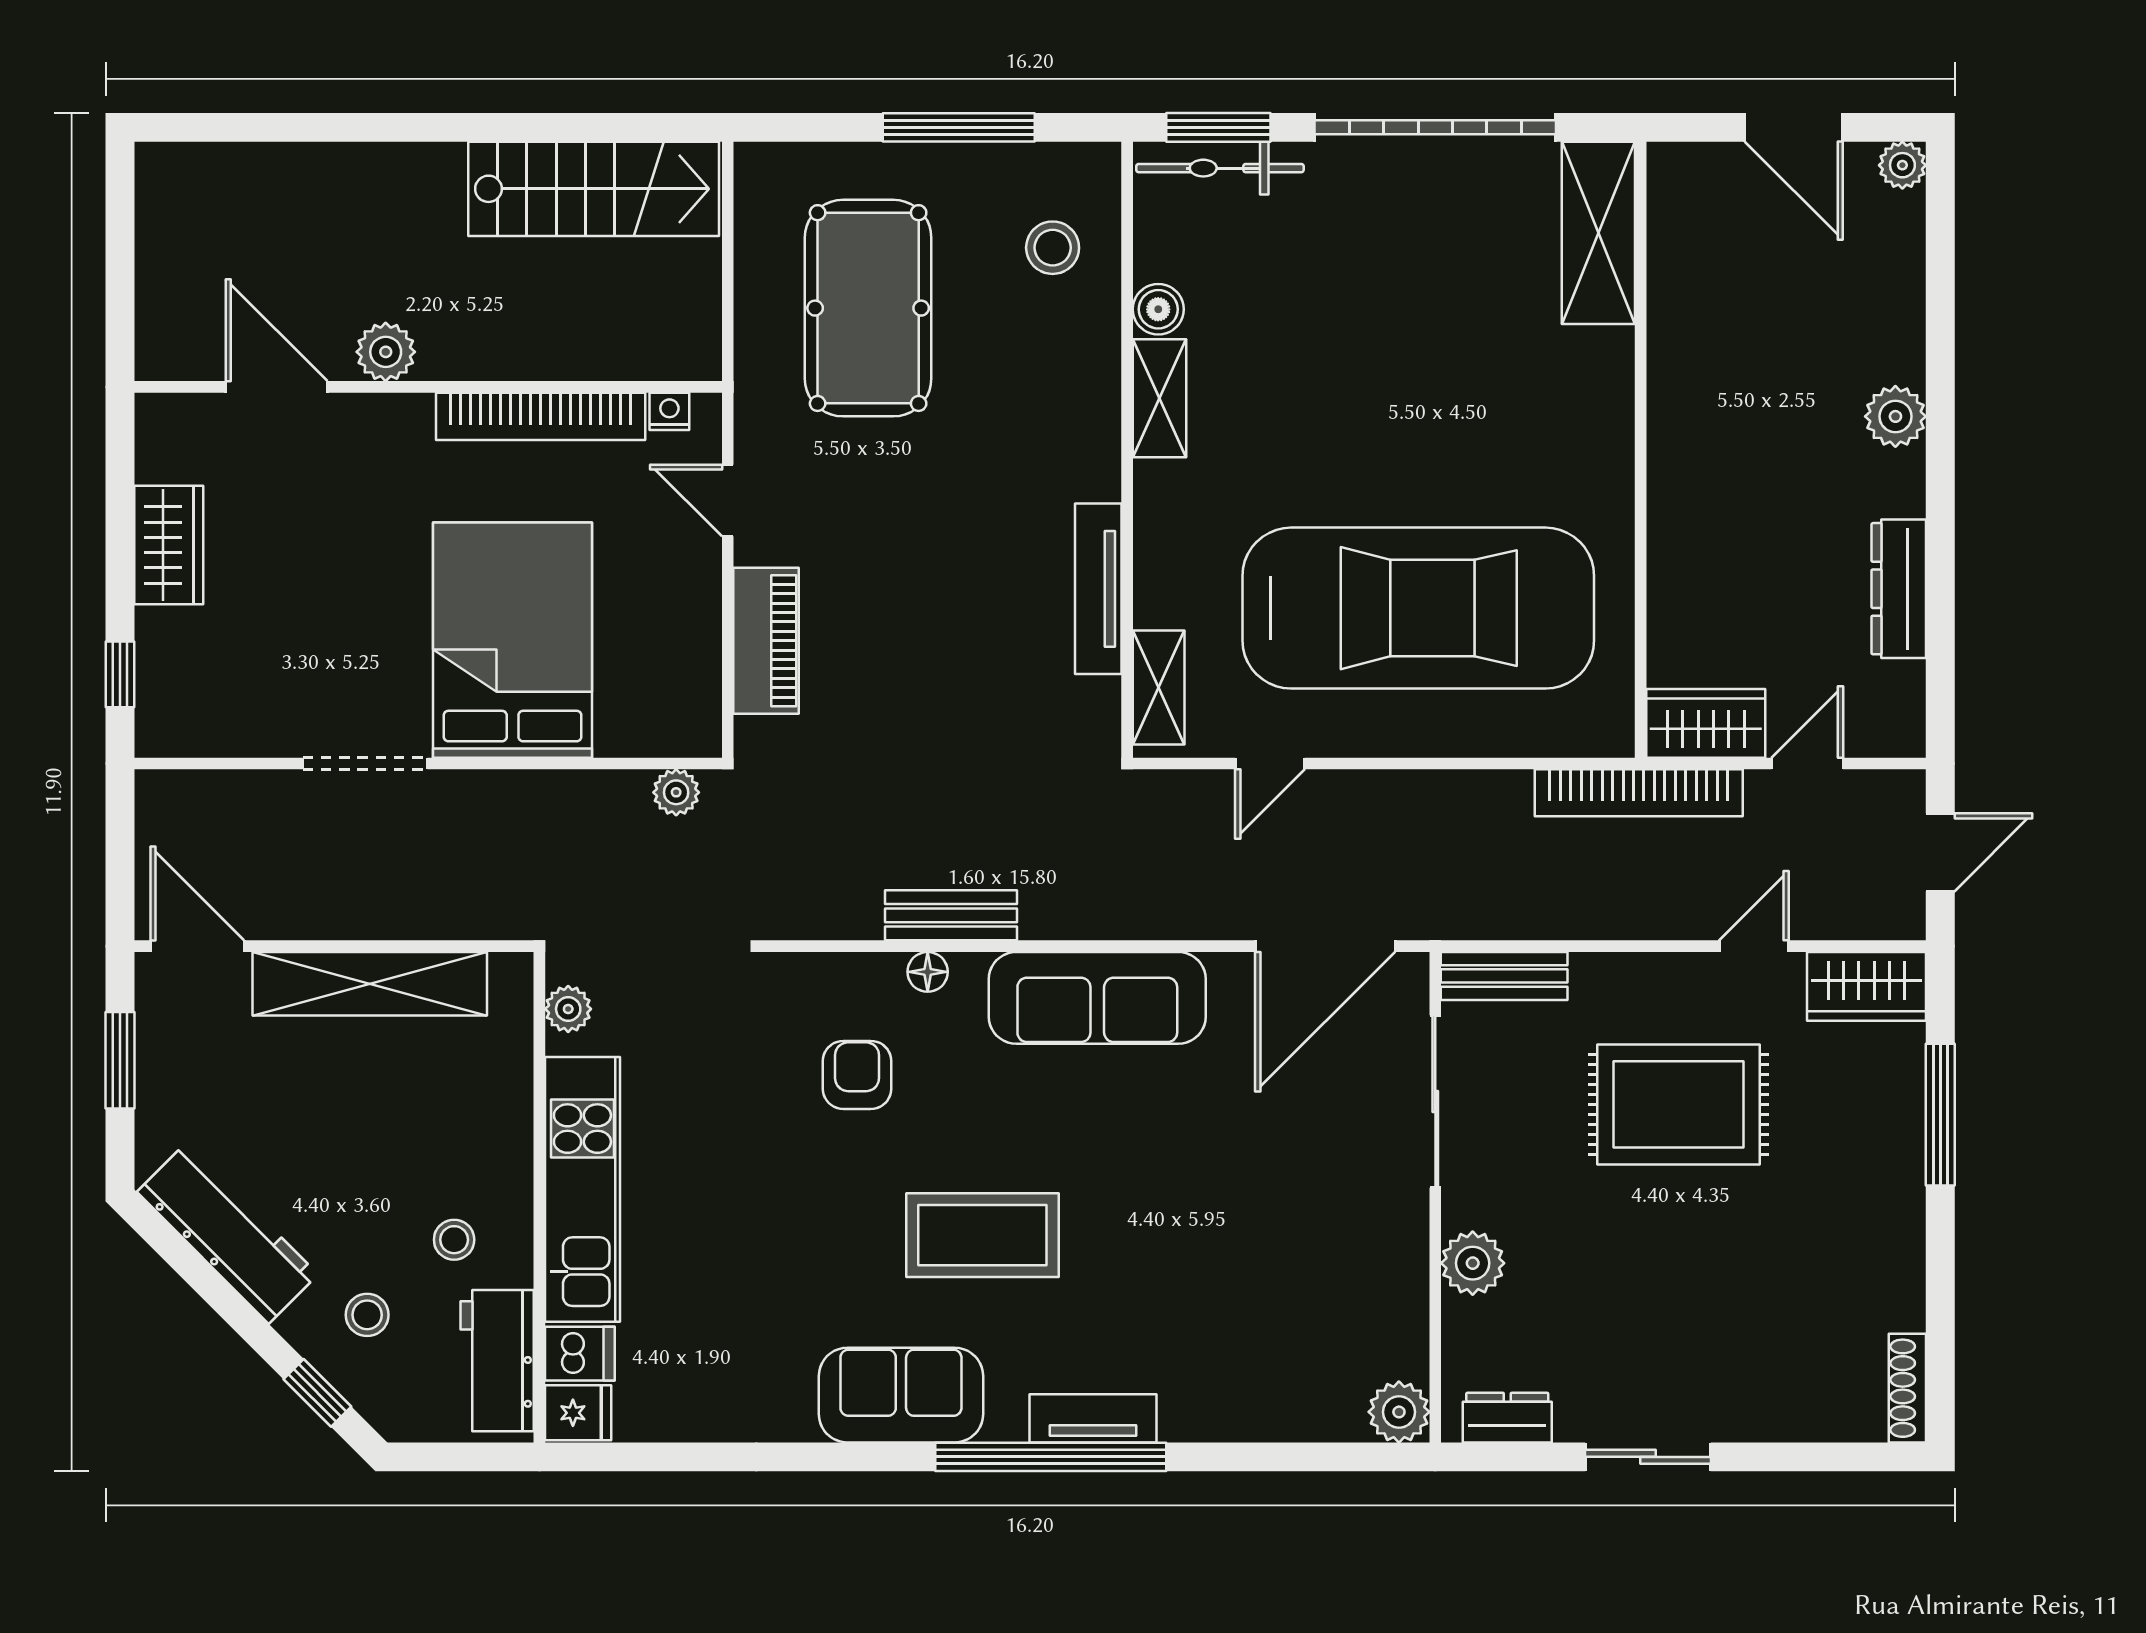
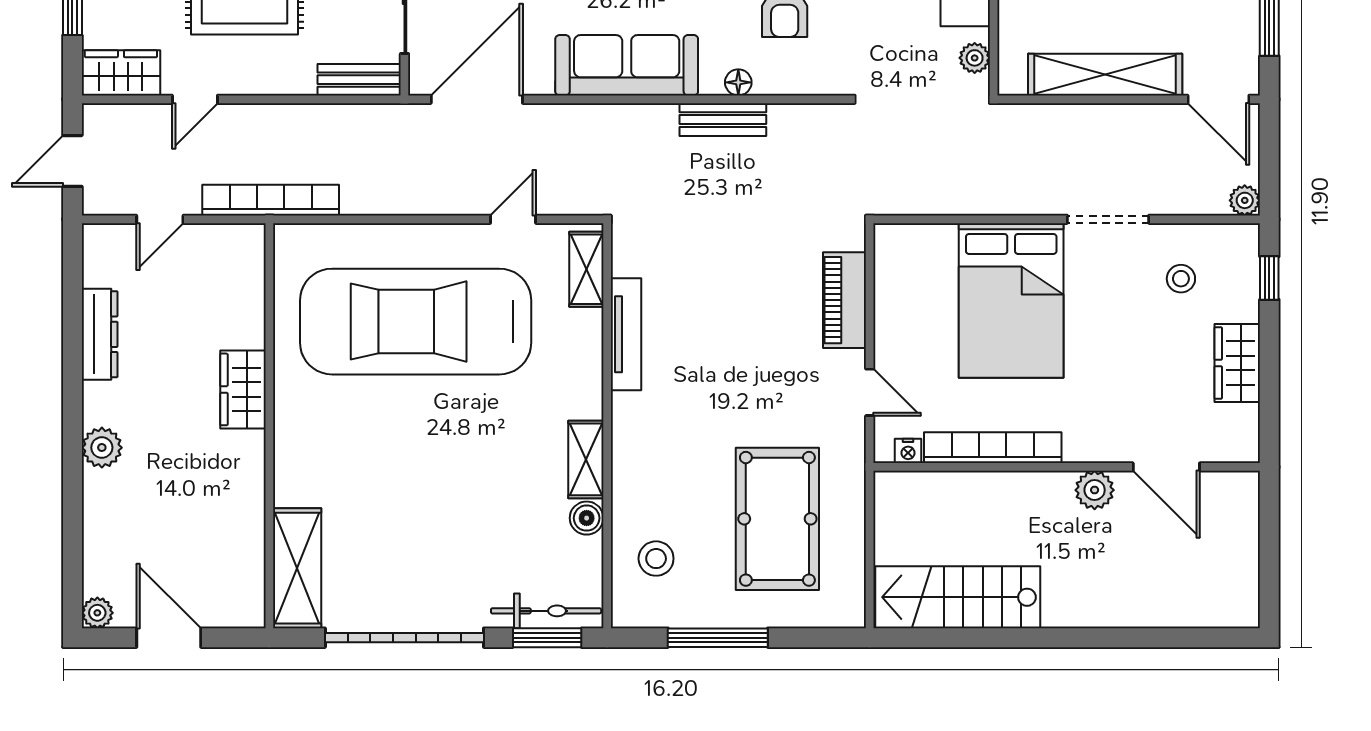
stool: (254, 673) -> (1181, 279), added
wardrobe: (1706, 723) -> (243, 389), moved, turned 90
plant: (676, 792) -> (1245, 200), moved

